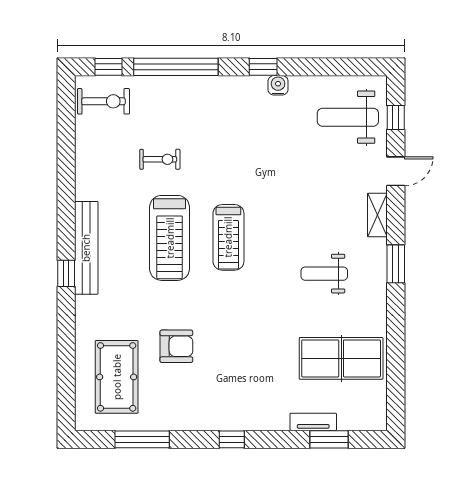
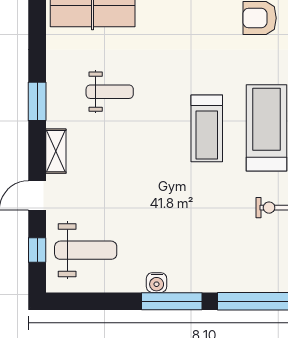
window: (263, 67) -> (172, 301), width x2.17
treadmill: (228, 237) -> (207, 128), turned 180

